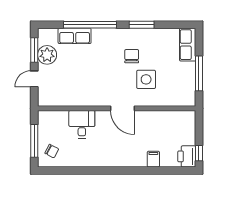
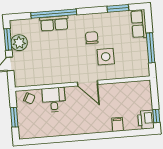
window: (142, 25) -> (118, 8), moved
row of seats: (75, 36) -> (54, 23), moved
window: (34, 141) -> (14, 117), width x0.69
chair: (52, 151) -> (29, 98), moved

